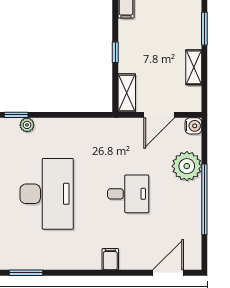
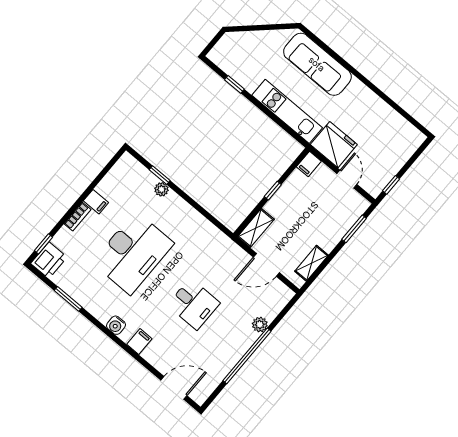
shelving: (194, 67) -> (311, 263), moved
water cooler: (193, 126) -> (116, 325), moved, turned 90
plant: (187, 166) -> (260, 325), width x0.53, depth x0.53

